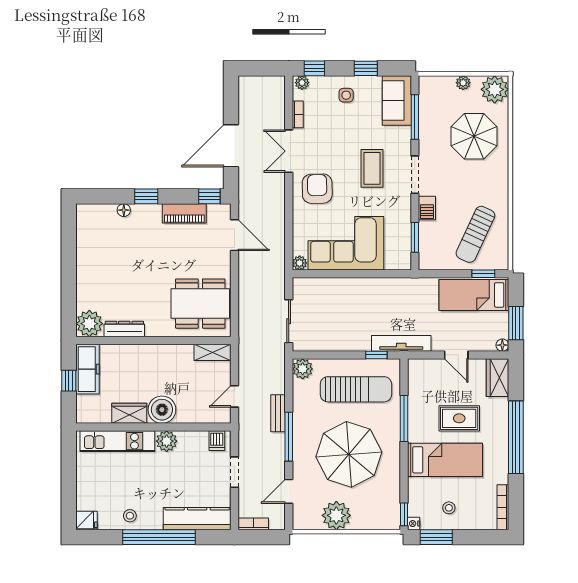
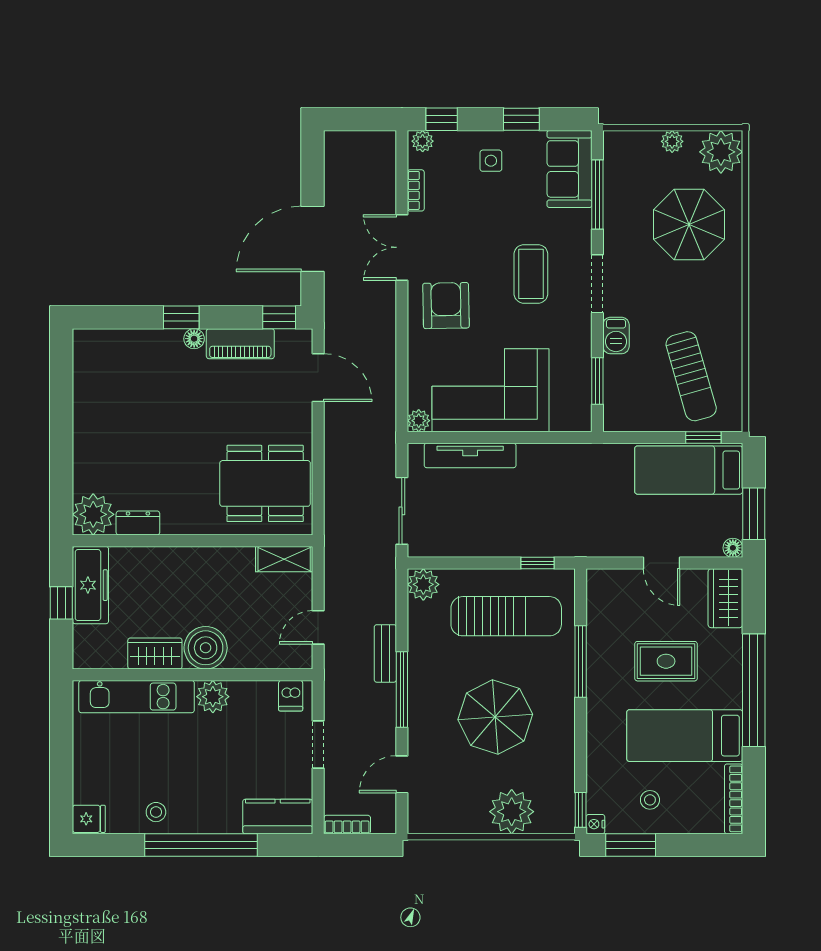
floor lamp: (124, 210) -> (194, 339), moved
sun lounger: (475, 234) -> (691, 376), turned -41
dresser: (124, 329) -> (138, 523), width x0.70
tv unit: (401, 343) -> (470, 455), moved, turned 180
parasol: (349, 454) -> (495, 717), width x0.73, depth x0.73
bed: (445, 460) -> (685, 736), moved, turned 180
plant: (336, 515) -> (512, 812), moved
kitchen counter: (197, 519) -> (278, 816), width x0.67

